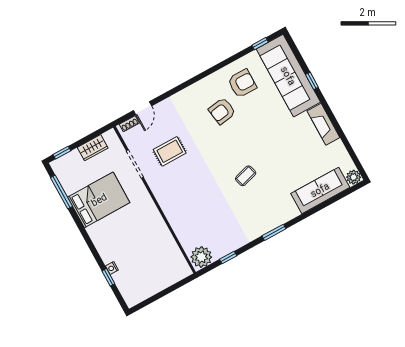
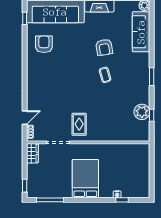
door: (143, 108) -> (25, 118), hinge flipped
armchair: (222, 111) -> (104, 47), moved
wardrobe: (93, 148) -> (32, 153), moved
rug: (170, 151) -> (79, 124), moved
bed: (99, 200) -> (85, 179), moved
plant: (201, 257) -> (142, 112), moved

